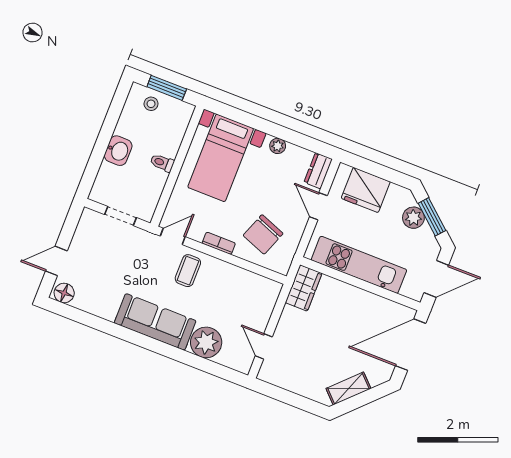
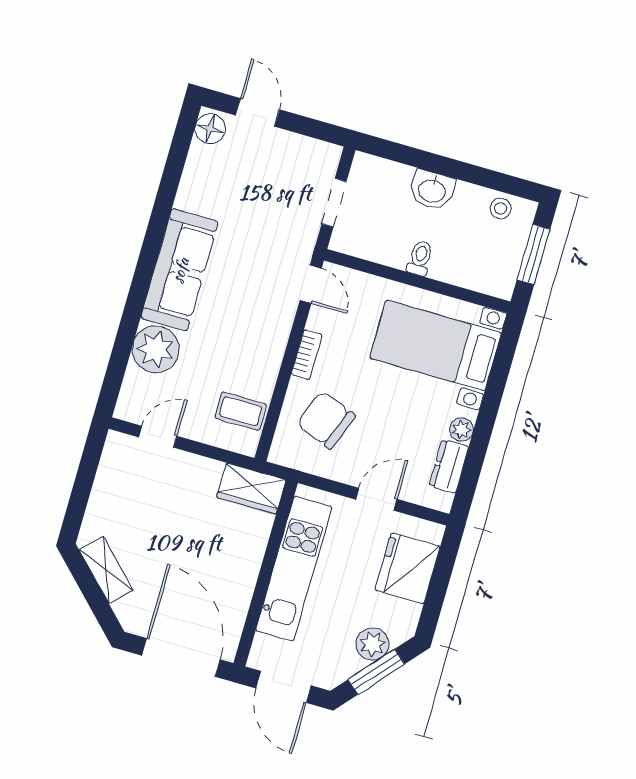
stool: (151, 104) -> (501, 208), moved
dresser: (318, 171) -> (449, 466), moved, turned -90
coffee table: (188, 271) -> (241, 411), moved

